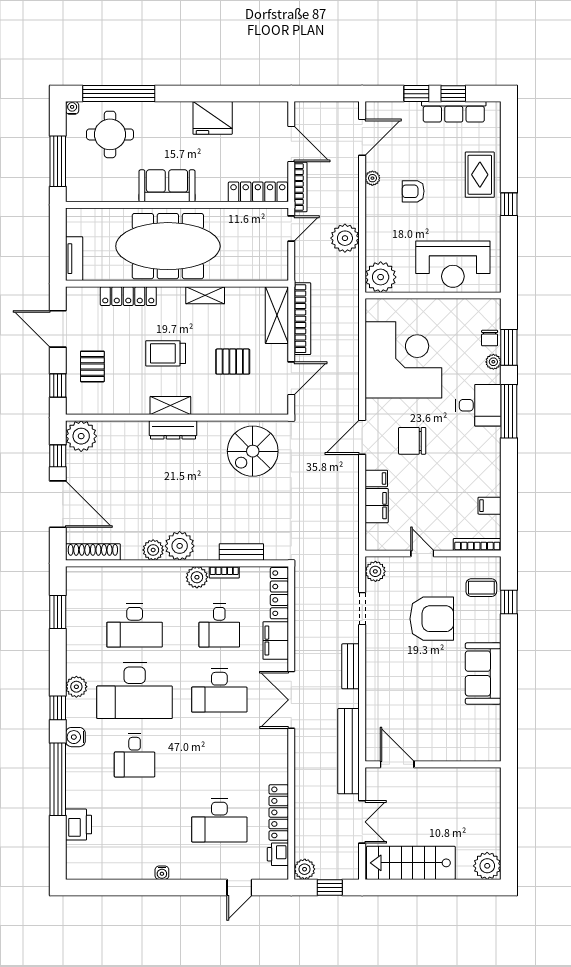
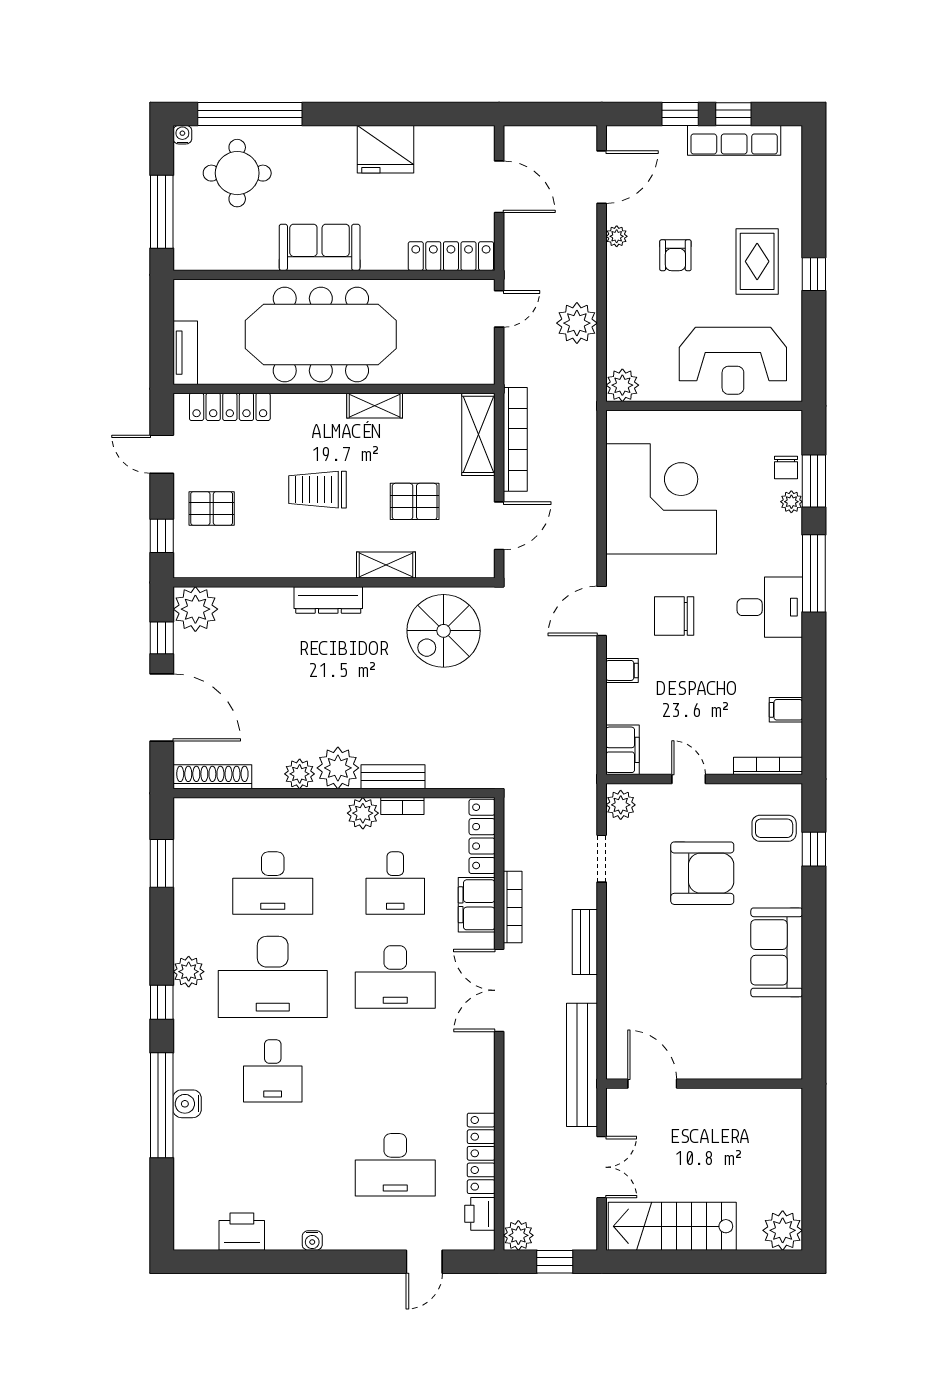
rug: (480, 175) -> (757, 261), moved
bookcase: (301, 187) -> (513, 907), moved
armchair: (413, 191) -> (675, 255), turned -90
plant: (381, 277) -> (622, 385), width x0.73, depth x0.73
locker: (128, 296) -> (230, 407), moved
door: (58, 329) -> (162, 454), width x0.73
pallet: (92, 366) -> (212, 508), turned 90
desk: (478, 405) -> (770, 607), moved
shelving: (170, 406) -> (386, 565), moved
filing cabinet: (377, 506) -> (623, 750), moved
bench: (241, 552) -> (393, 777), moved
water cooler: (75, 737) -> (187, 1104), moved
printer: (79, 825) -> (242, 1232), moved, turned -90

